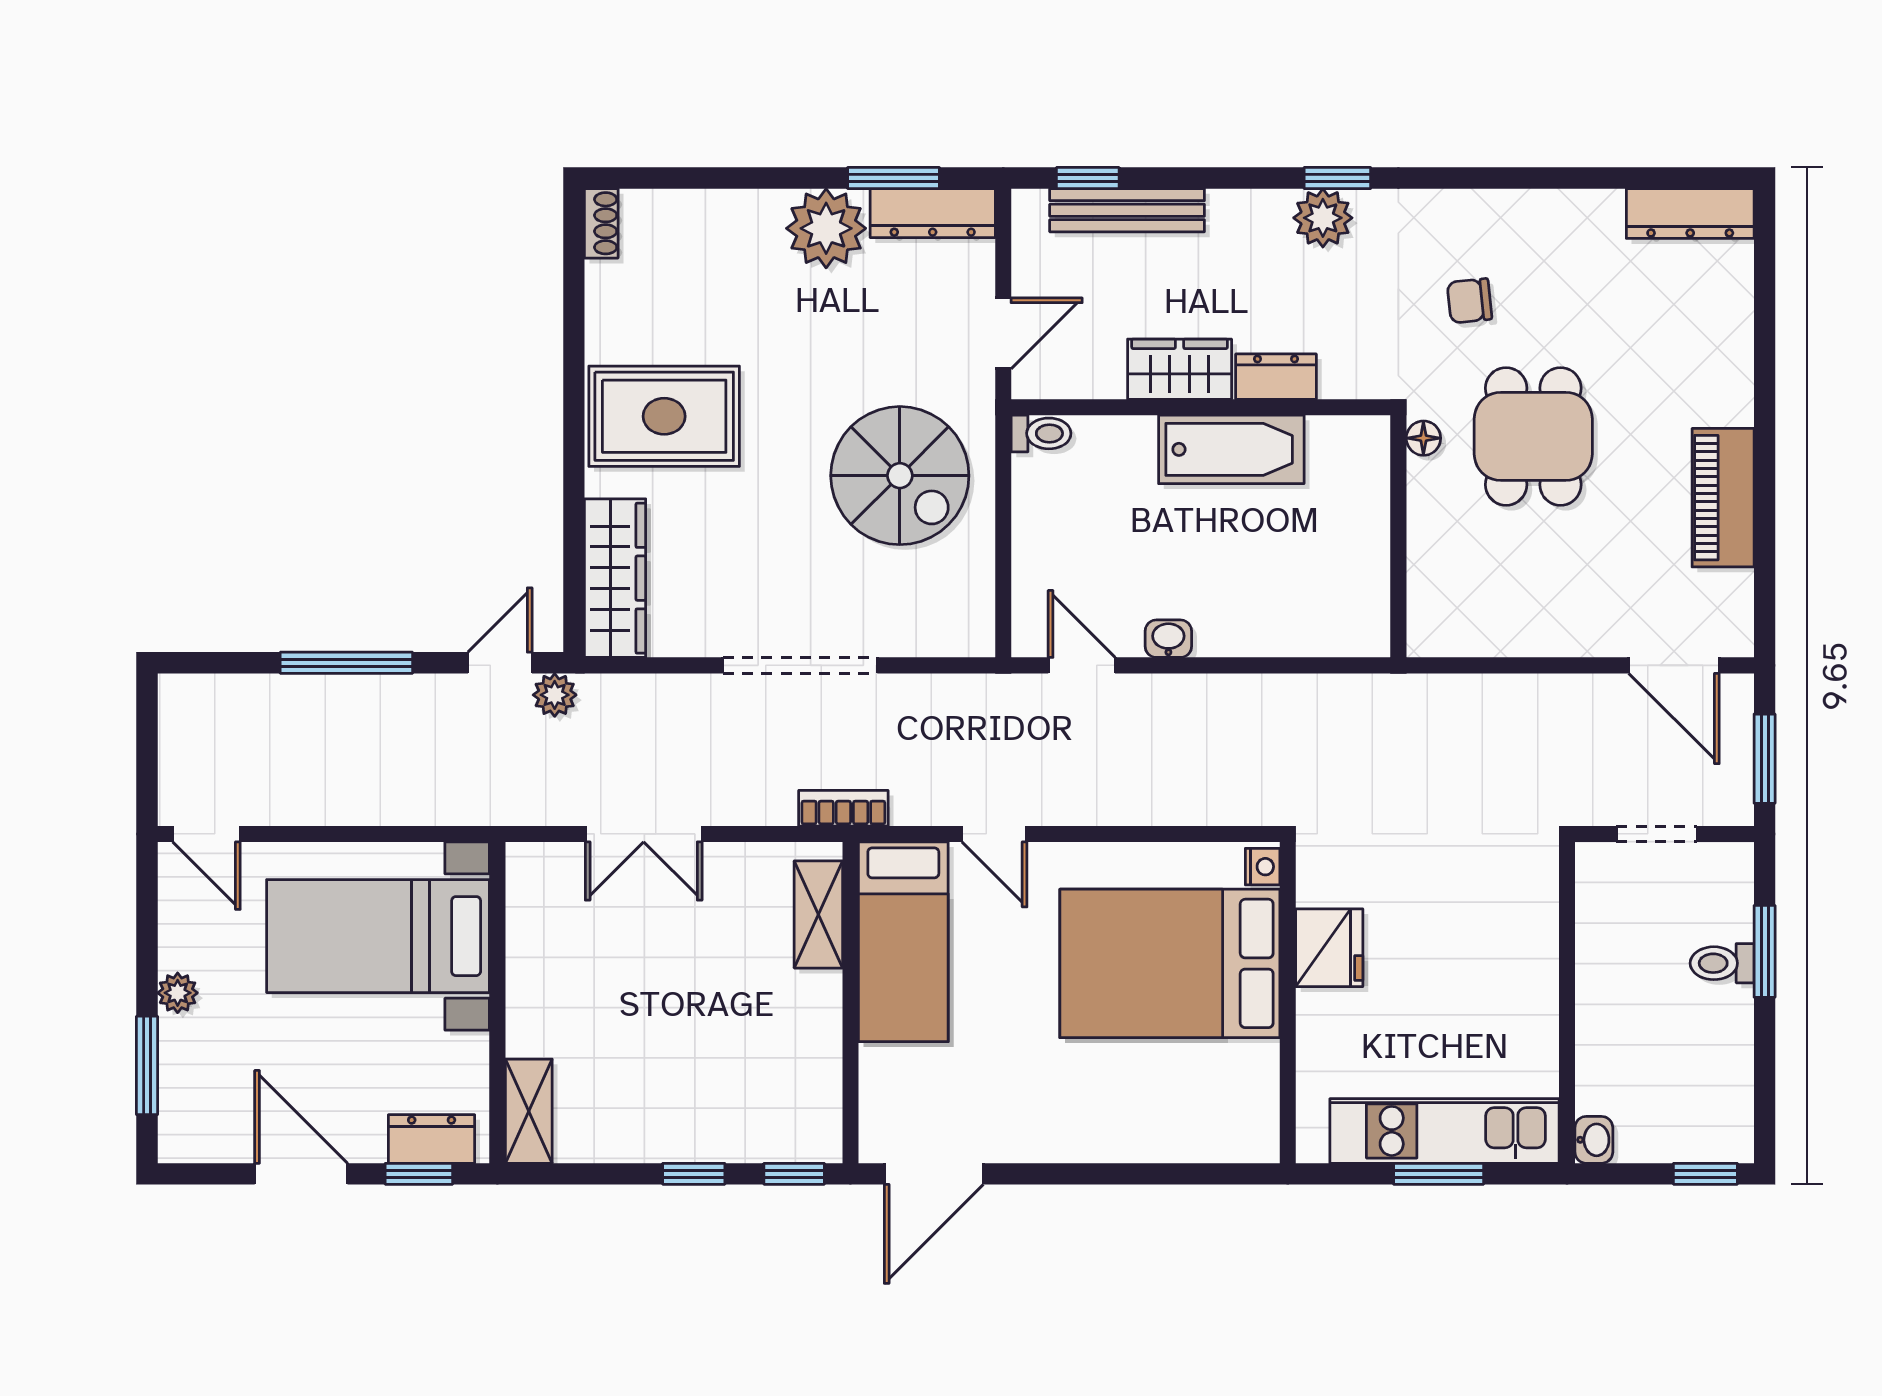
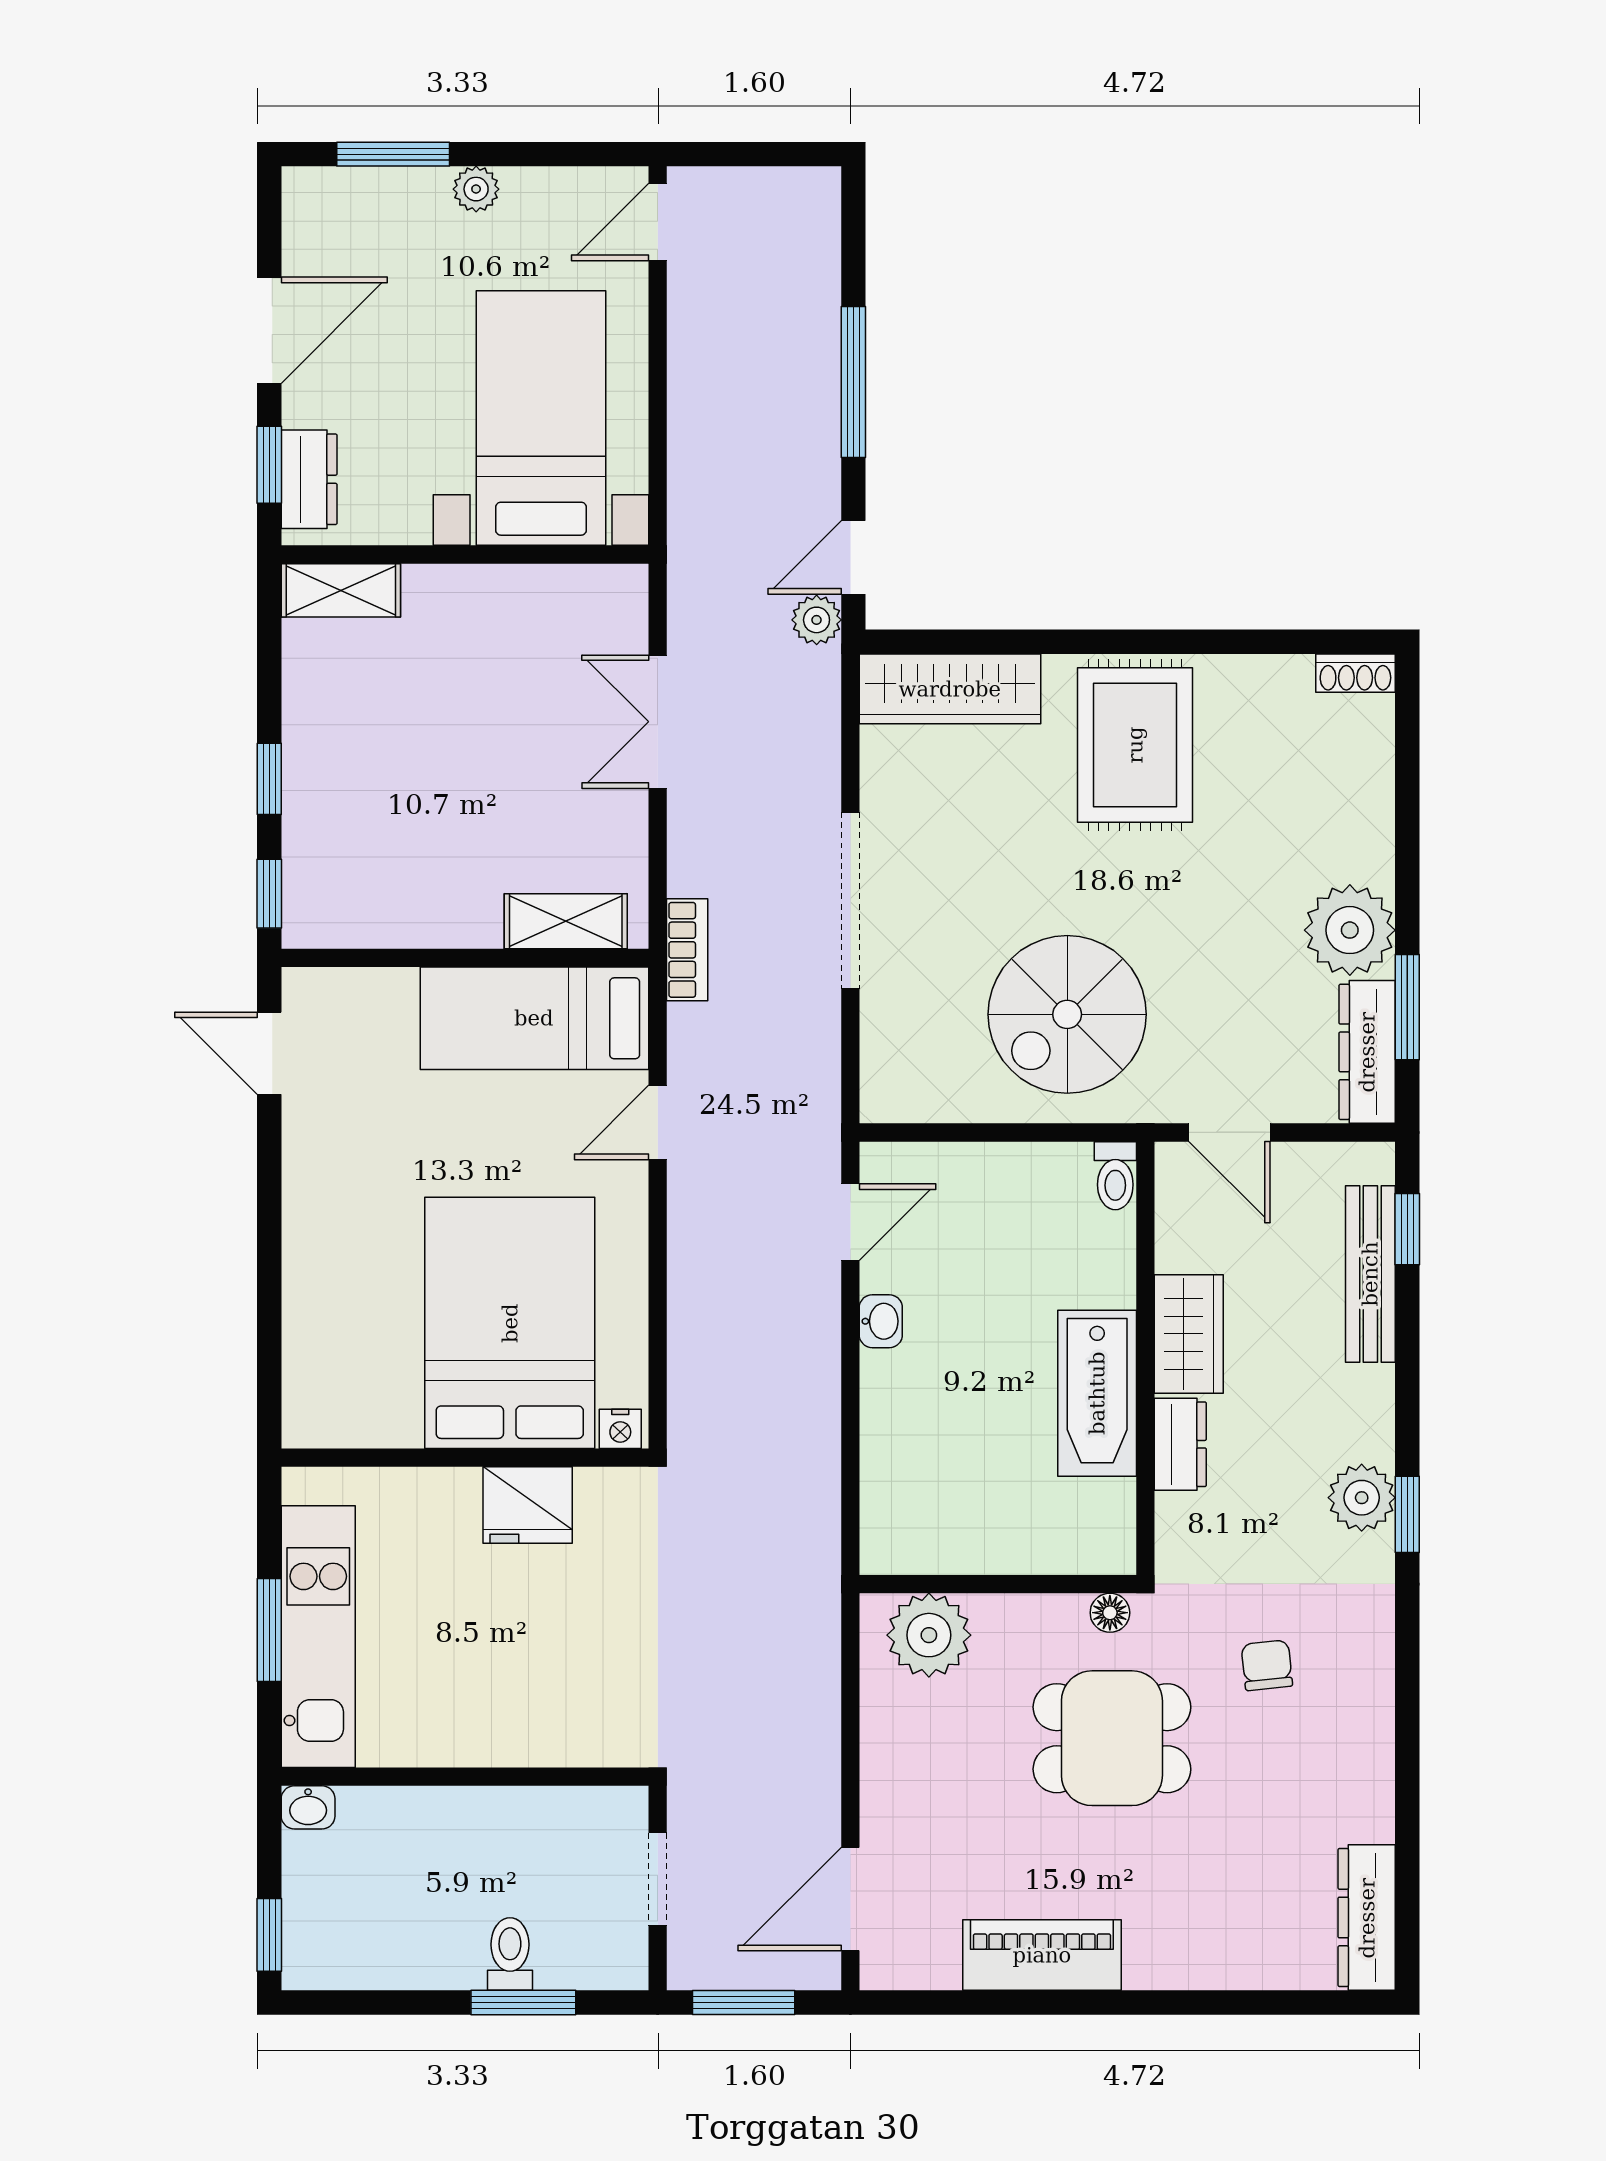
plant: (1443, 597) -> (929, 1635), added
door: (500, 663) -> (853, 557), swing flipped
door: (934, 1174) -> (269, 1053), width x0.73

